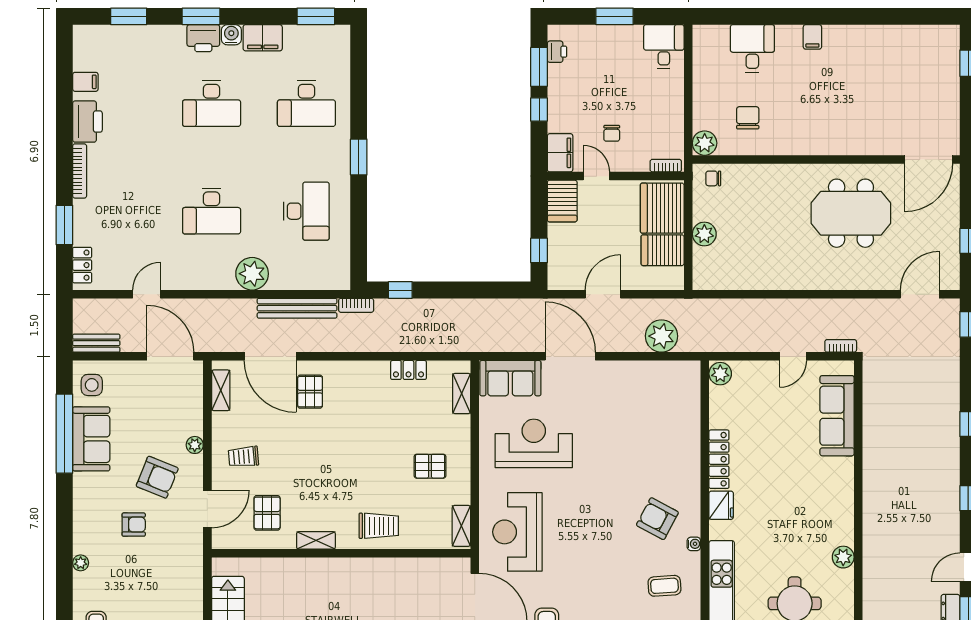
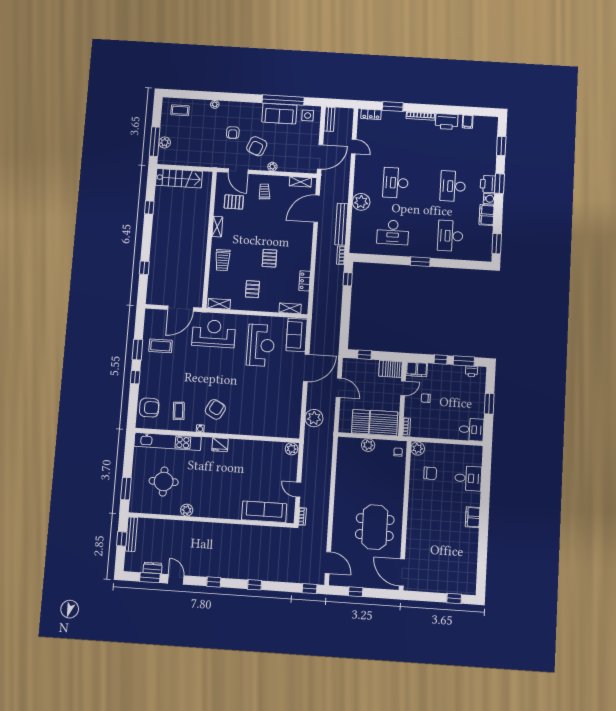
filing cabinet: (812, 37) -> (473, 517), width x2.00
pallet: (310, 392) -> (269, 258), moved, turned 90
locker: (719, 459) -> (245, 445), removed

